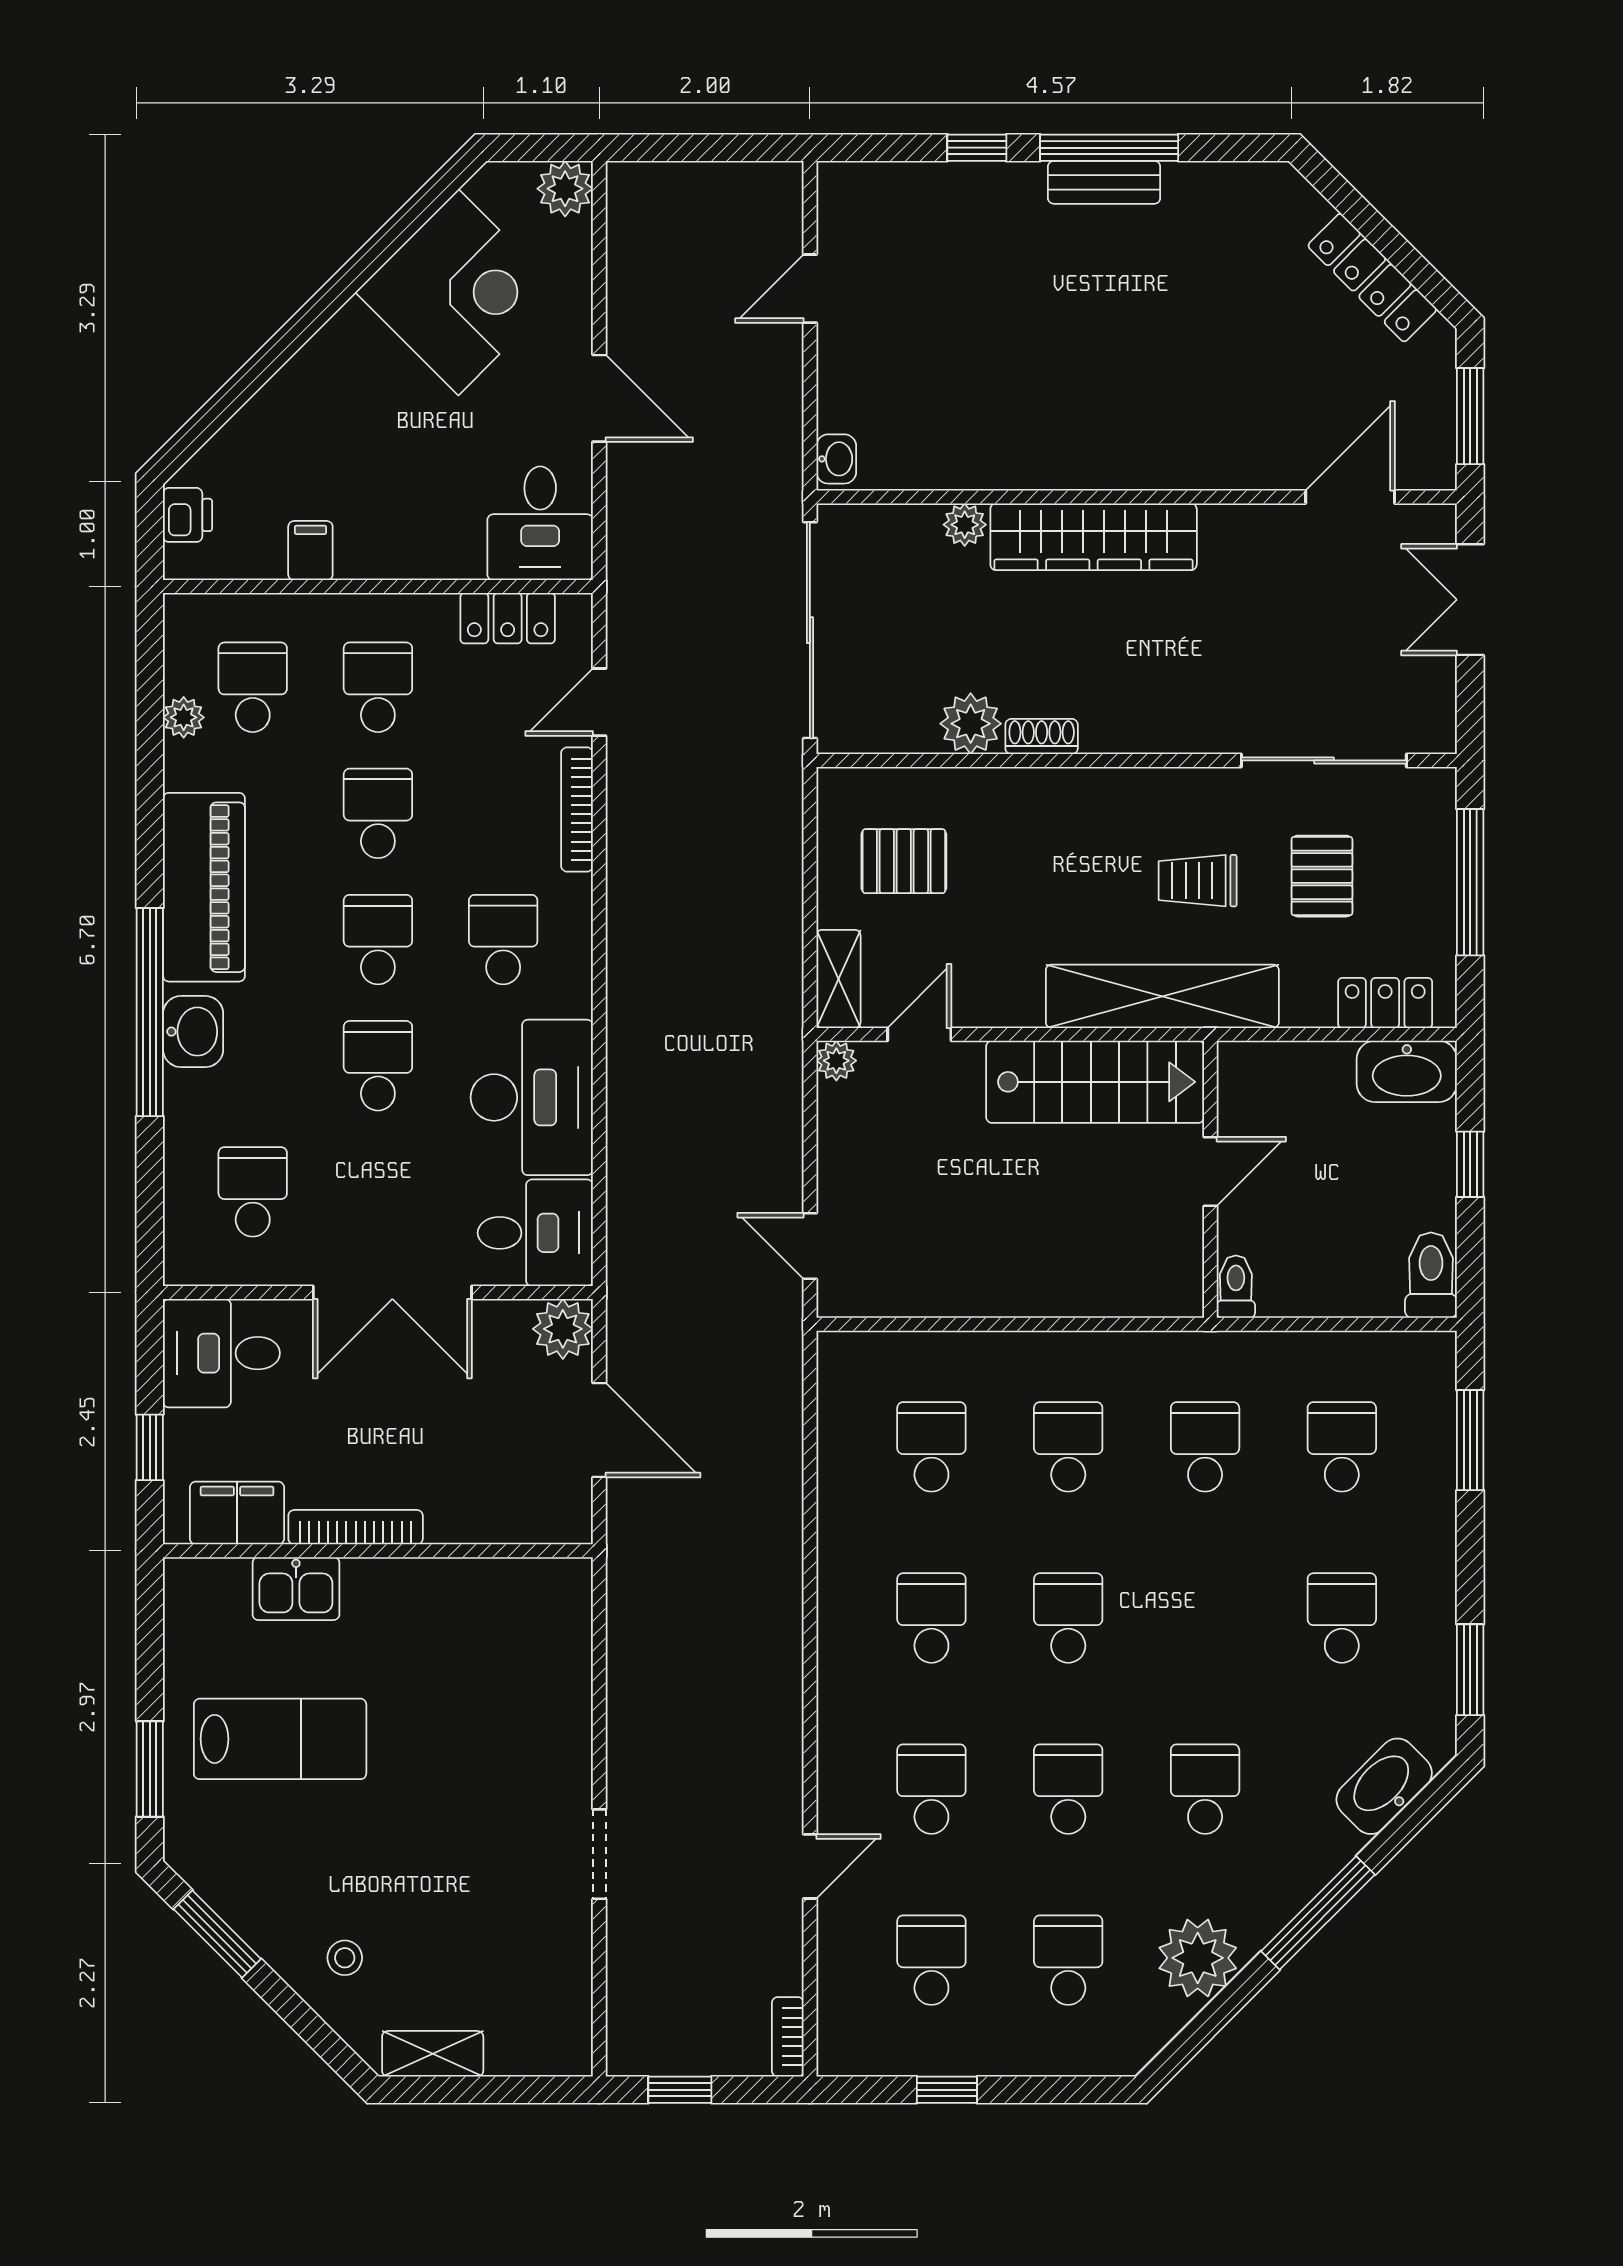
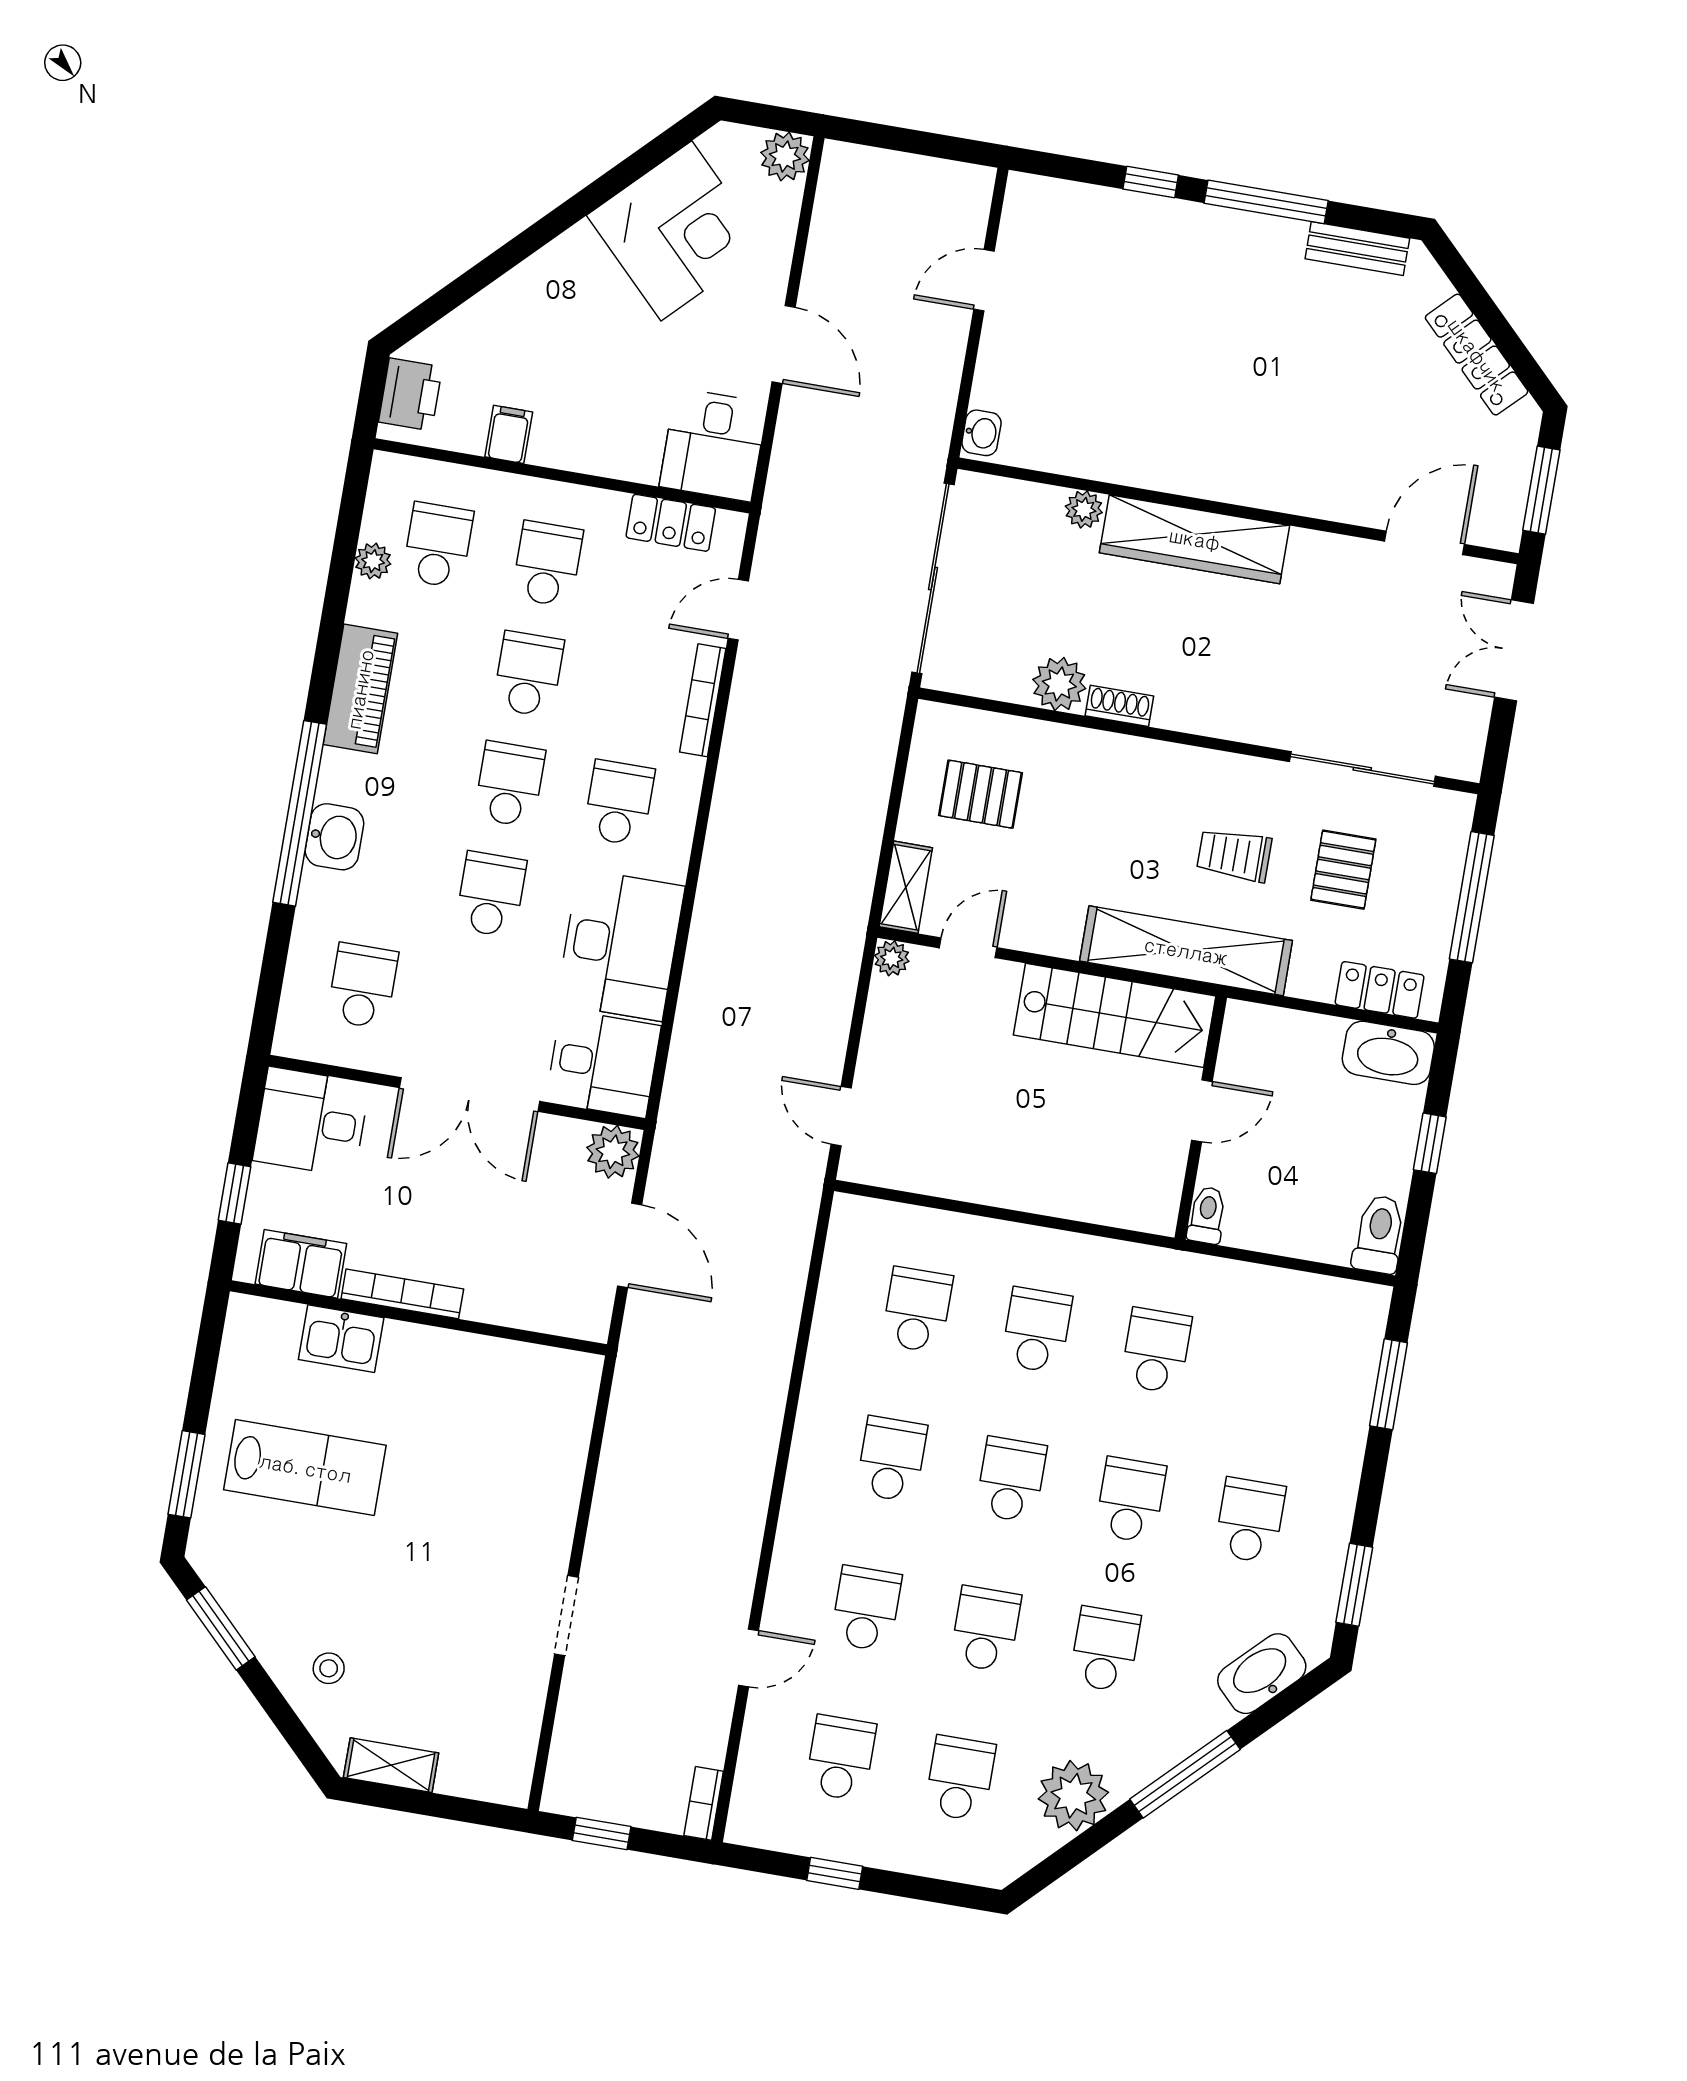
bench: (1104, 182) -> (1357, 248), moved
printer: (188, 515) -> (410, 394), width x1.36, depth x1.24
piano: (204, 887) -> (360, 689), width x0.73, depth x0.75
school desk: (1342, 1447) -> (1131, 1500), moved

